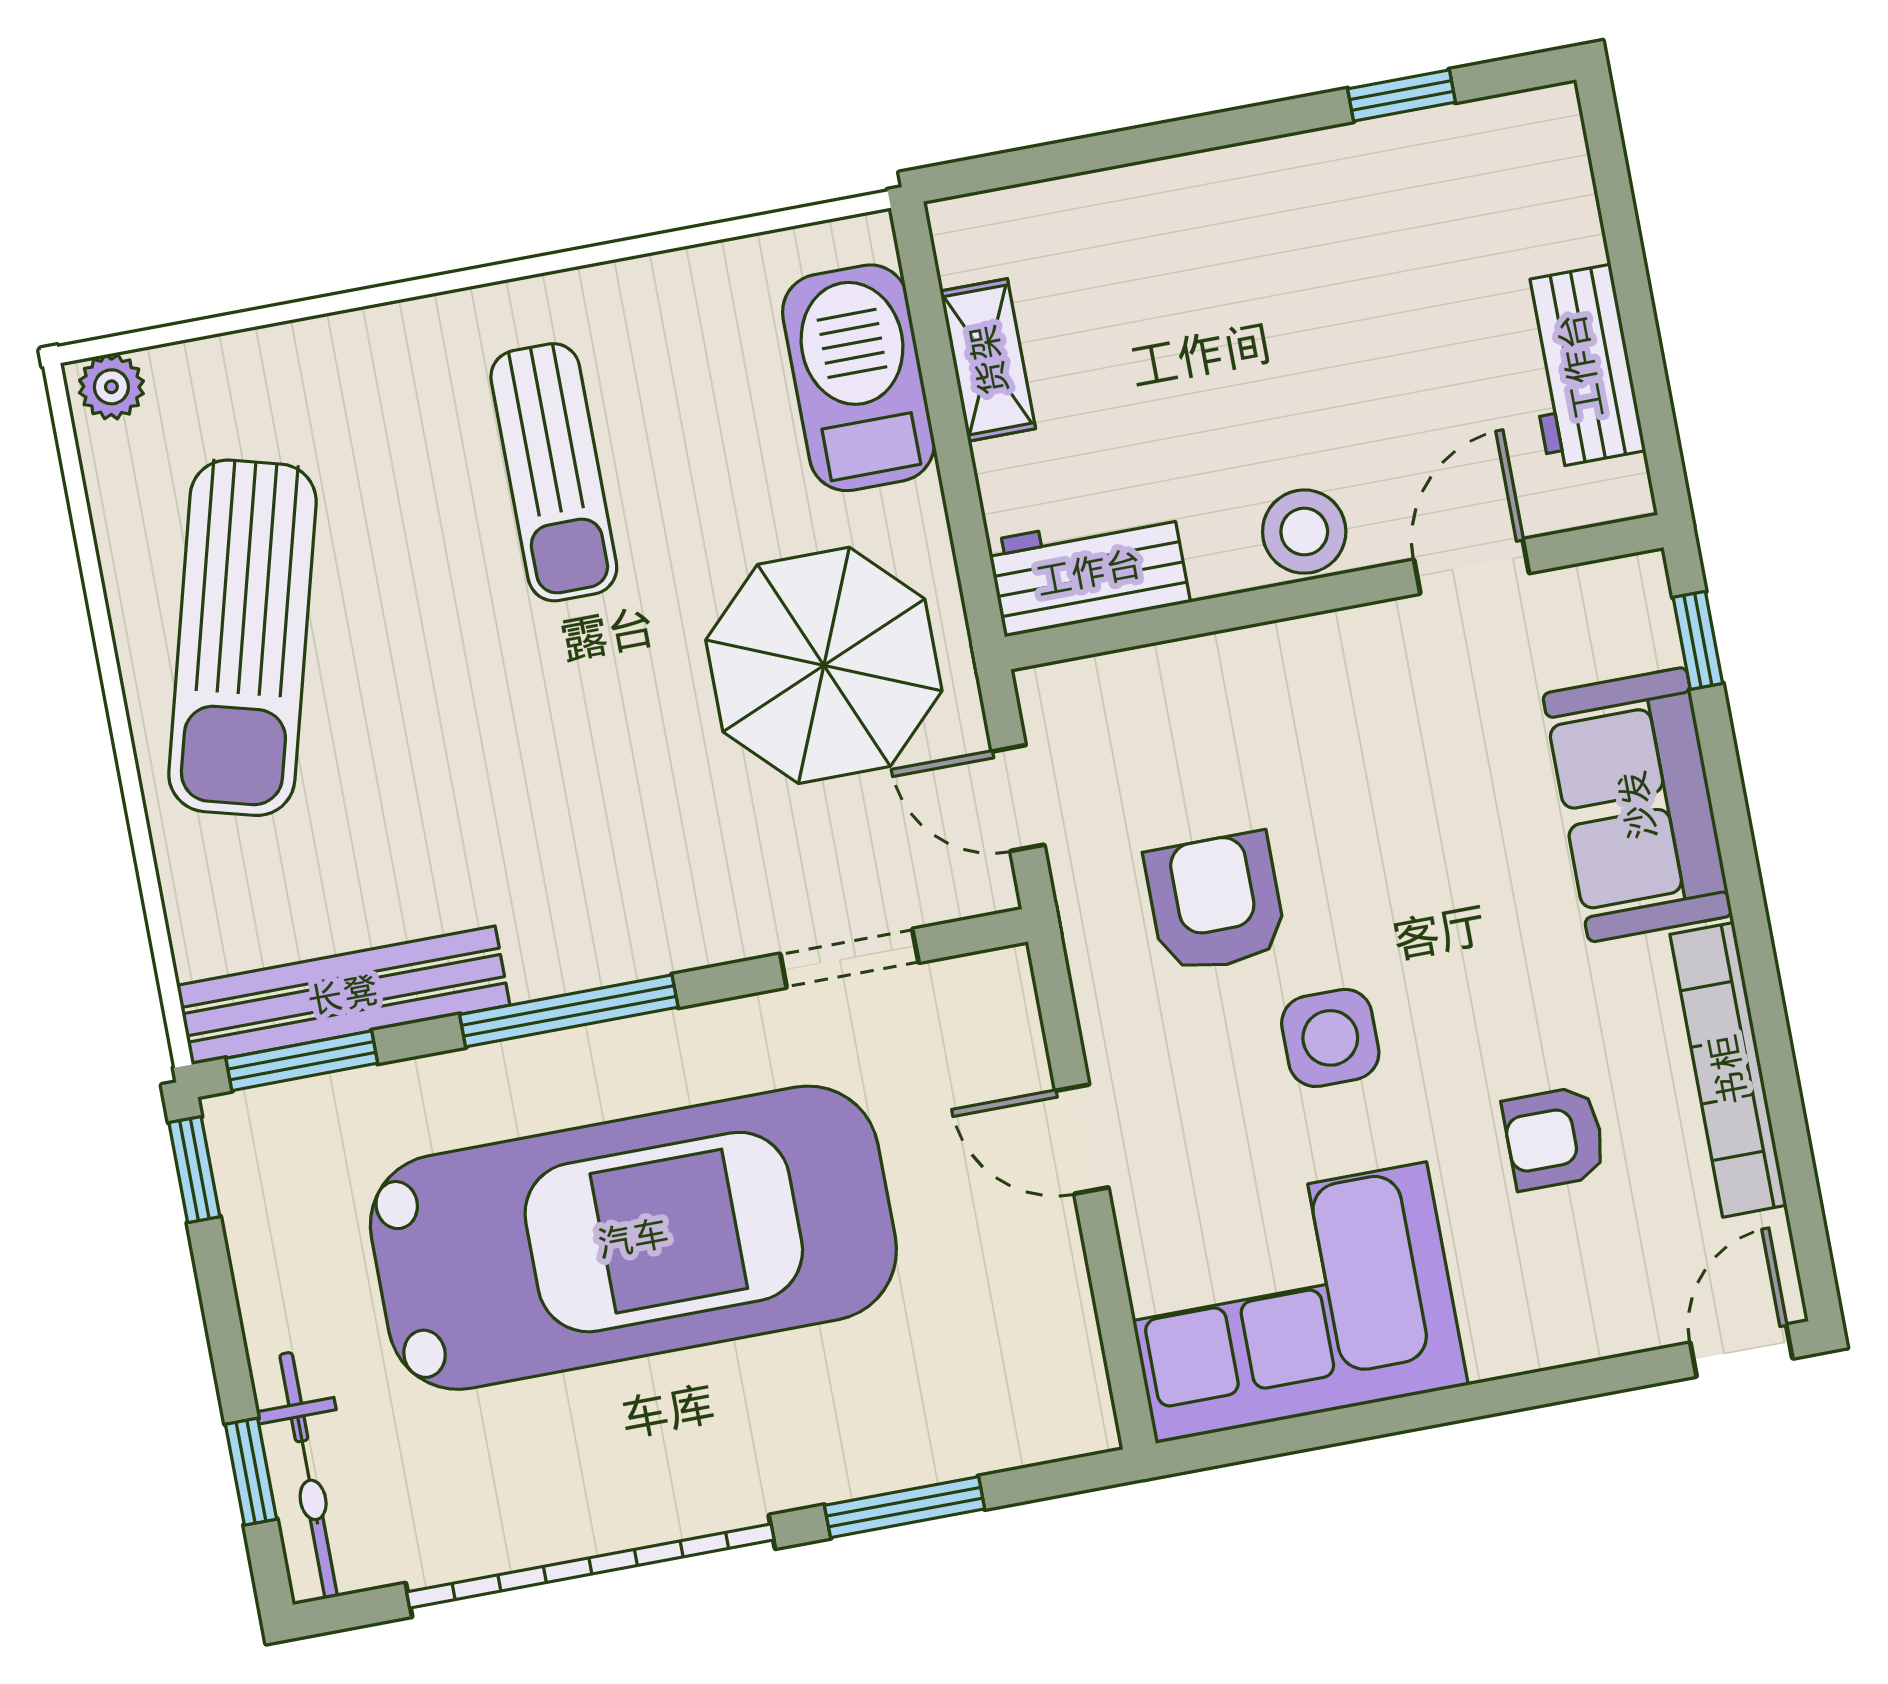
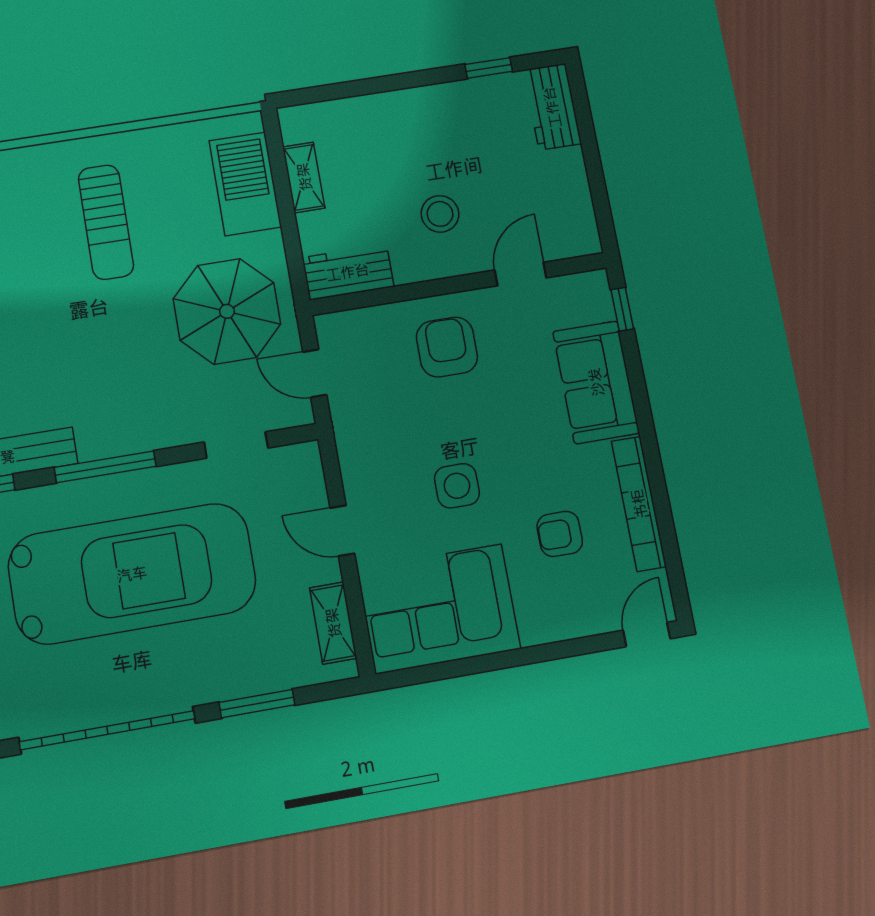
workbench: (1580, 366) -> (552, 107), moved
stool: (1304, 532) -> (440, 214), moved
armchair: (1216, 903) -> (447, 347), moved
shelving: (1064, 1336) -> (333, 623), added

